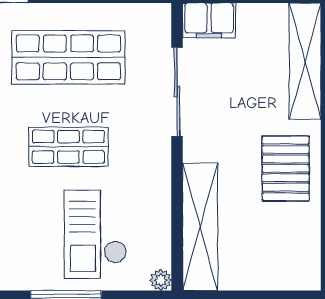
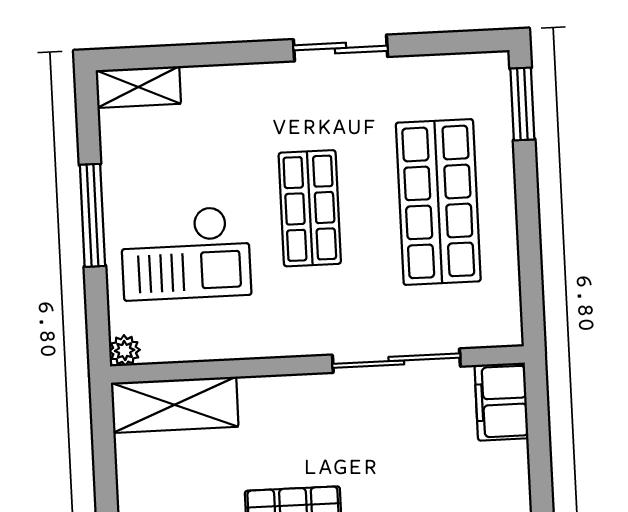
shelving: (200, 227) -> (175, 405), width x0.68
checkout: (95, 234) -> (186, 253), turned 180

